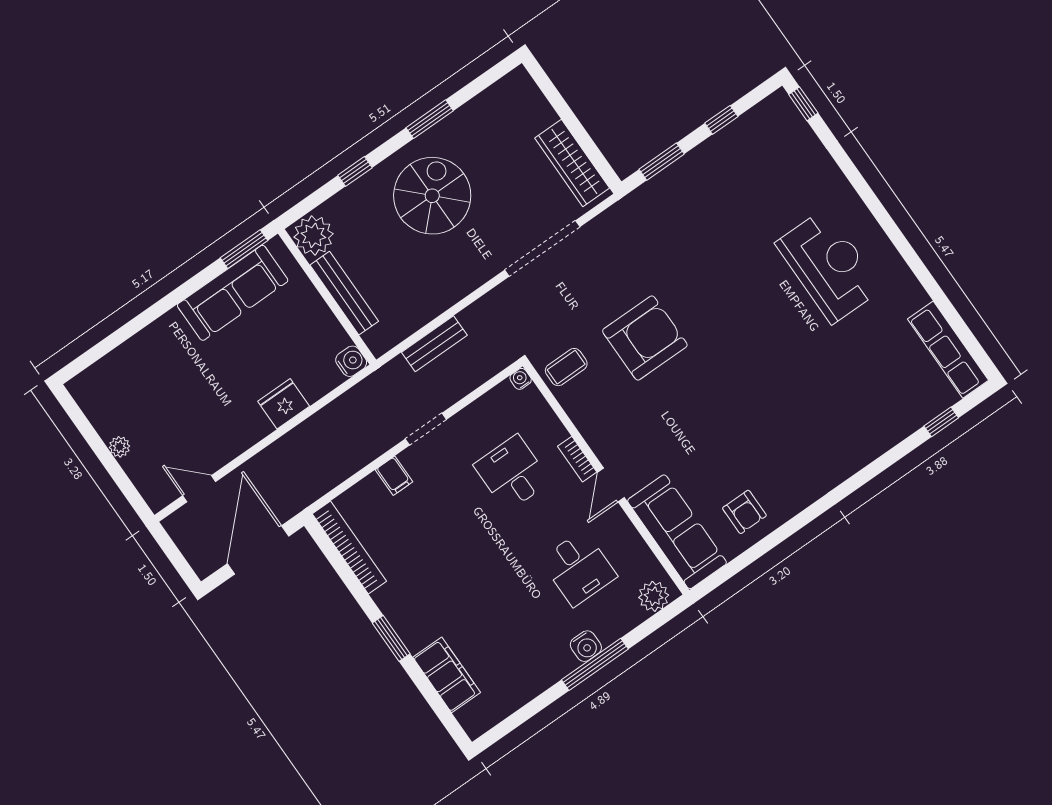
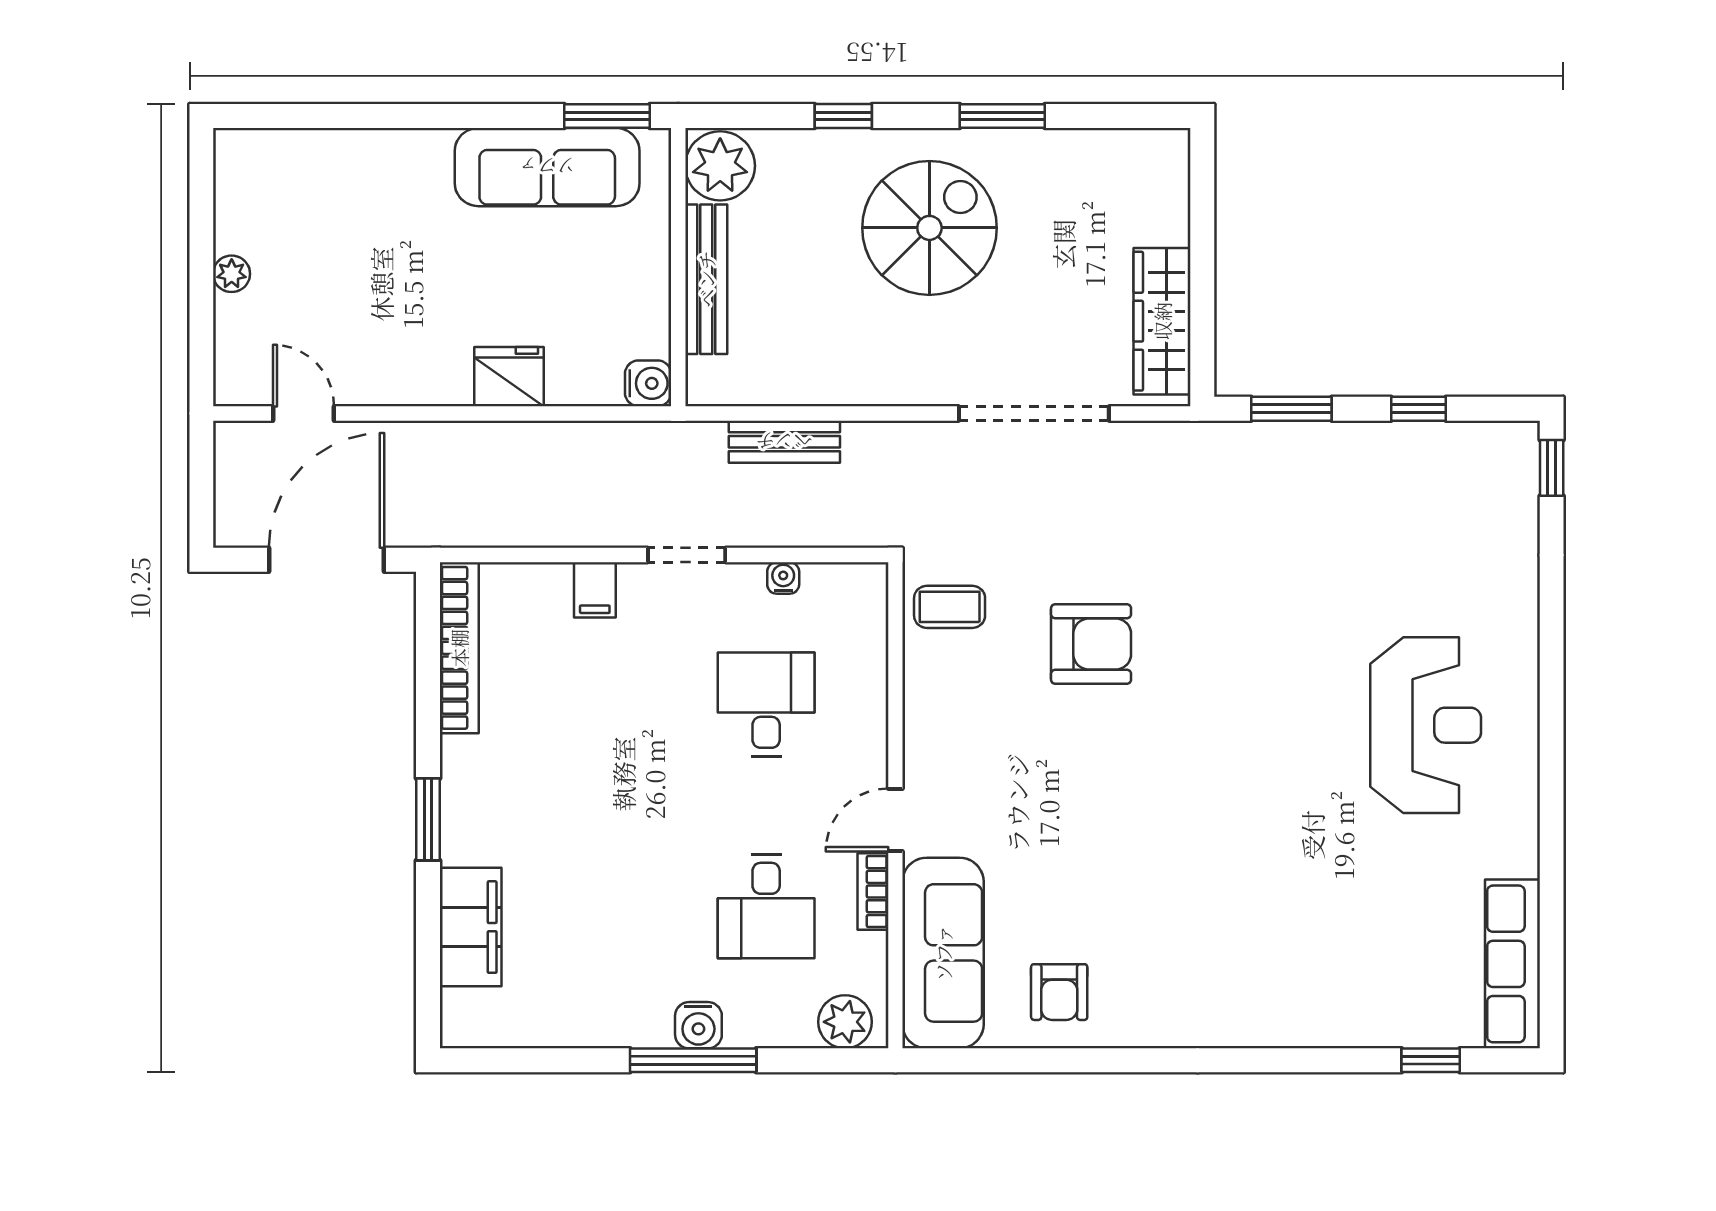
armchair: (645, 338) -> (1091, 644), width x0.73, depth x0.73
water cooler: (521, 379) -> (783, 578), moved
bookcase: (577, 459) -> (873, 892), moved

